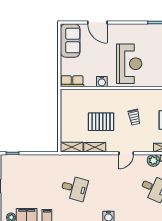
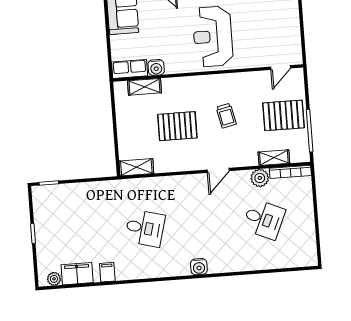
reception desk: (129, 64) -> (213, 36), turned 180
water cooler: (102, 82) -> (156, 67), moved
shelving: (95, 147) -> (145, 87), moved

